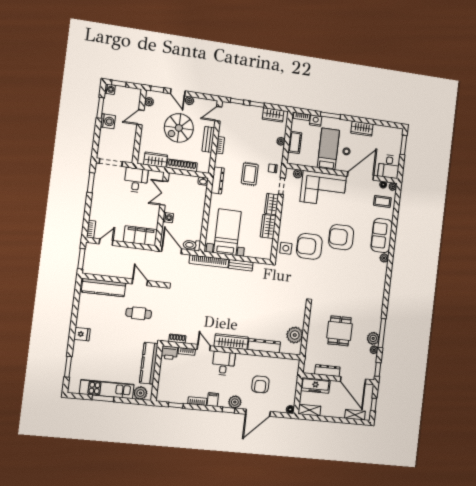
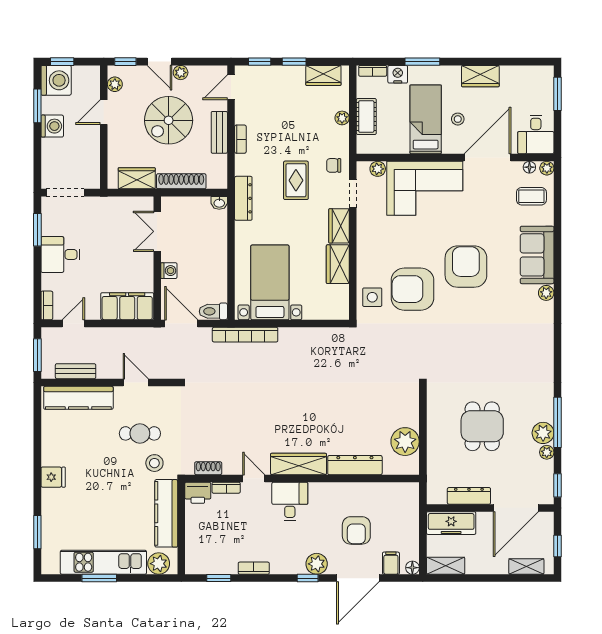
washing machine: (110, 89) -> (56, 80), width x1.89, depth x1.89
desk: (136, 180) -> (60, 254), moved, turned -90
armchair: (341, 237) -> (466, 267), turned 90
bench: (241, 265) -> (76, 371), moved
stool: (145, 332) -> (154, 463), added
door: (353, 380) -> (516, 508), hinge flipped
filing cabinet: (213, 400) -> (391, 563), moved

